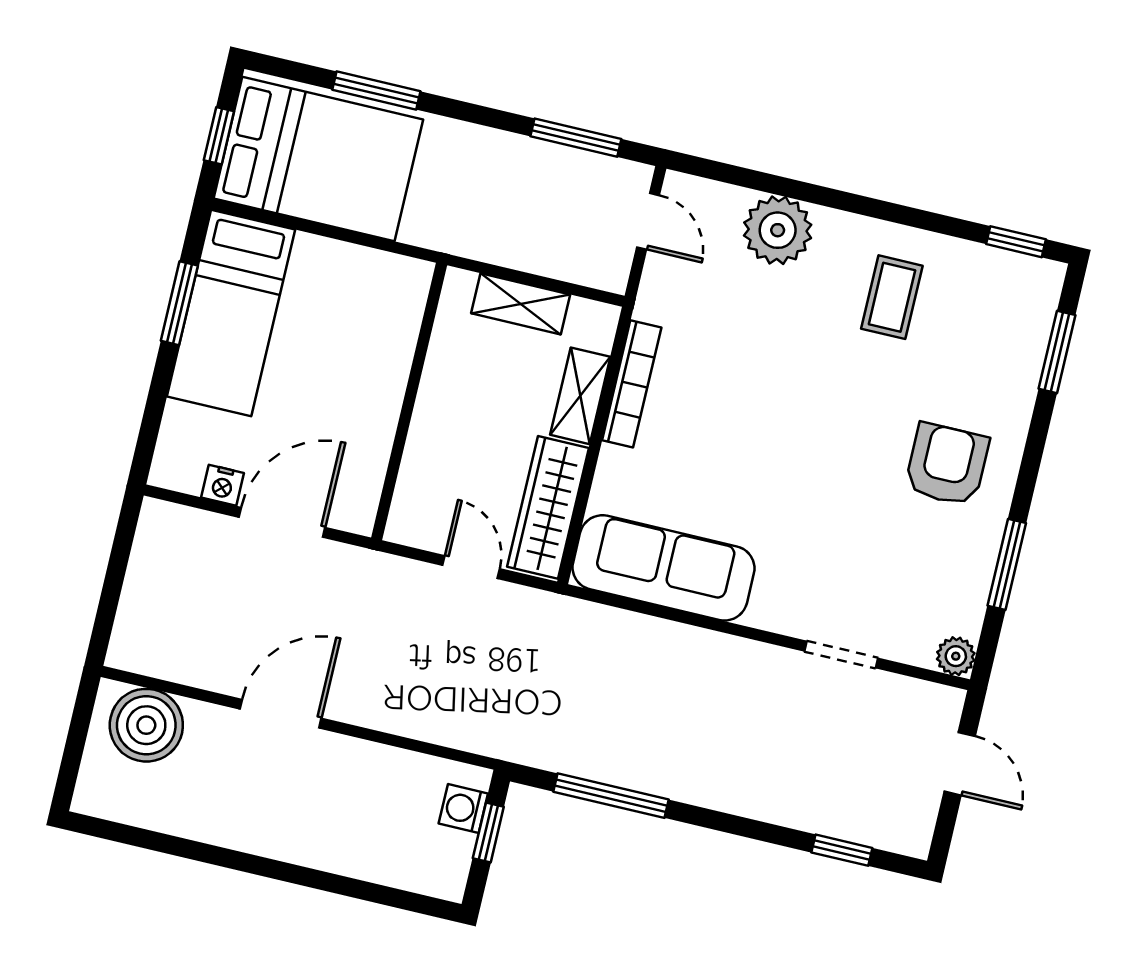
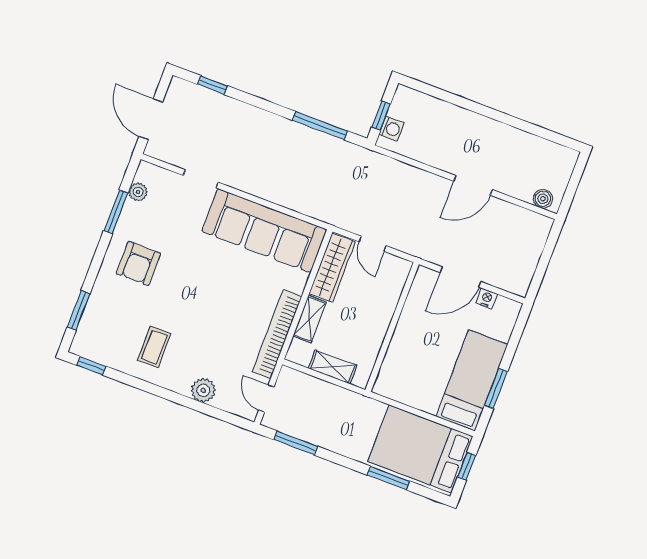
plant: (778, 230) -> (203, 390), width x0.73, depth x0.73
bookcase: (632, 384) -> (277, 334), width x1.48, depth x1.31
sofa: (664, 568) -> (264, 231), width x1.36, depth x1.27
plant: (956, 656) -> (138, 192), moved
boiler: (146, 725) -> (543, 199), width x0.54, depth x0.54
door: (960, 764) -> (151, 119), width x1.38

